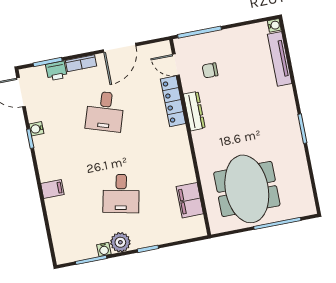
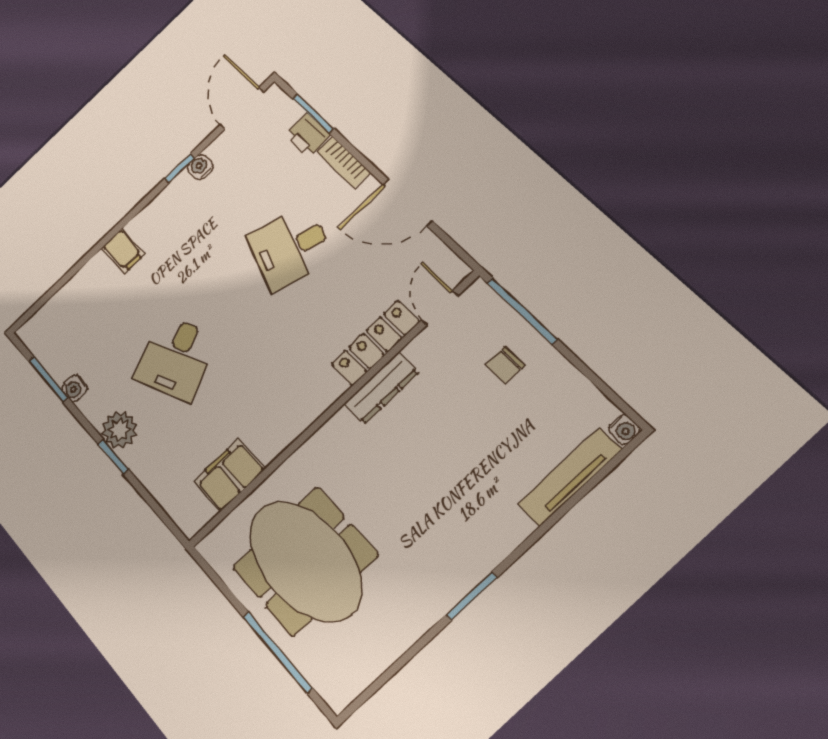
chair: (210, 70) -> (505, 365), moved, turned -90
meeting table: (247, 189) -> (305, 561), turned 90
desk: (121, 194) -> (176, 358), turned -36
plant: (120, 242) -> (119, 430), moved

